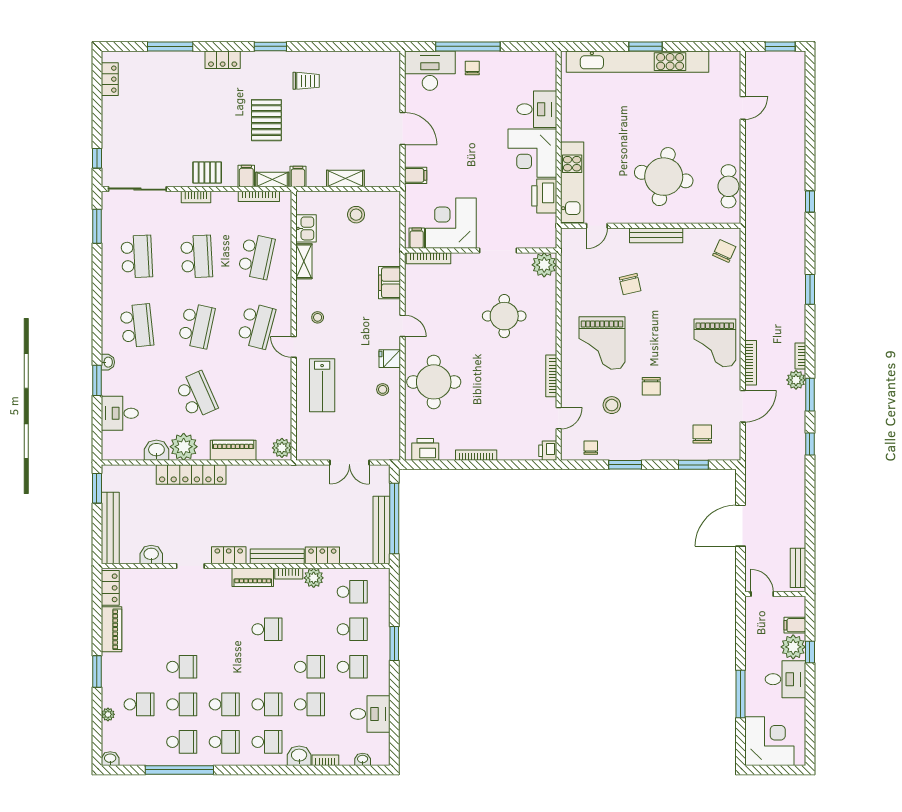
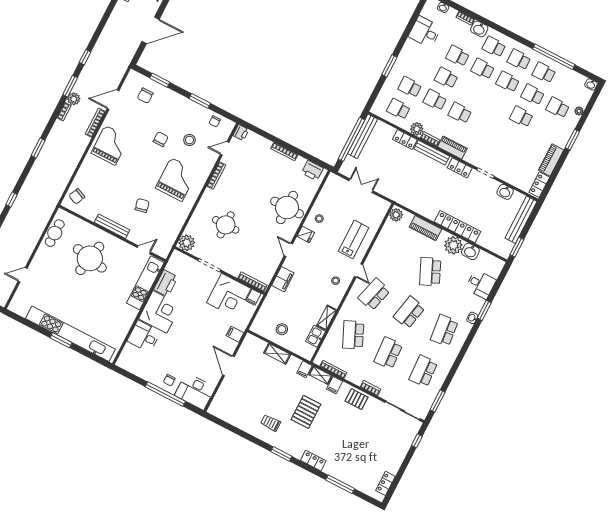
school desk: (256, 257) -> (353, 335), turned -36
school desk: (352, 667) -> (435, 100), moved

